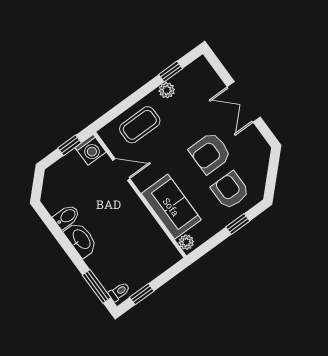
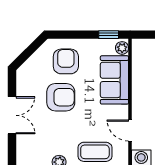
armchair: (230, 190) -> (66, 61), turned 180
window: (238, 224) -> (109, 35), moved

